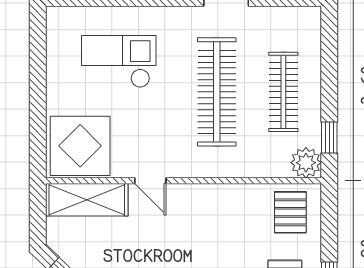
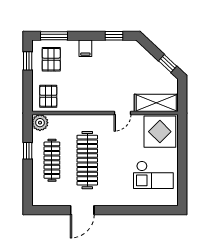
checkout: (119, 62) -> (153, 175), moved
window: (329, 137) -> (28, 151), moved
door: (150, 181) -> (122, 113), swing flipped

